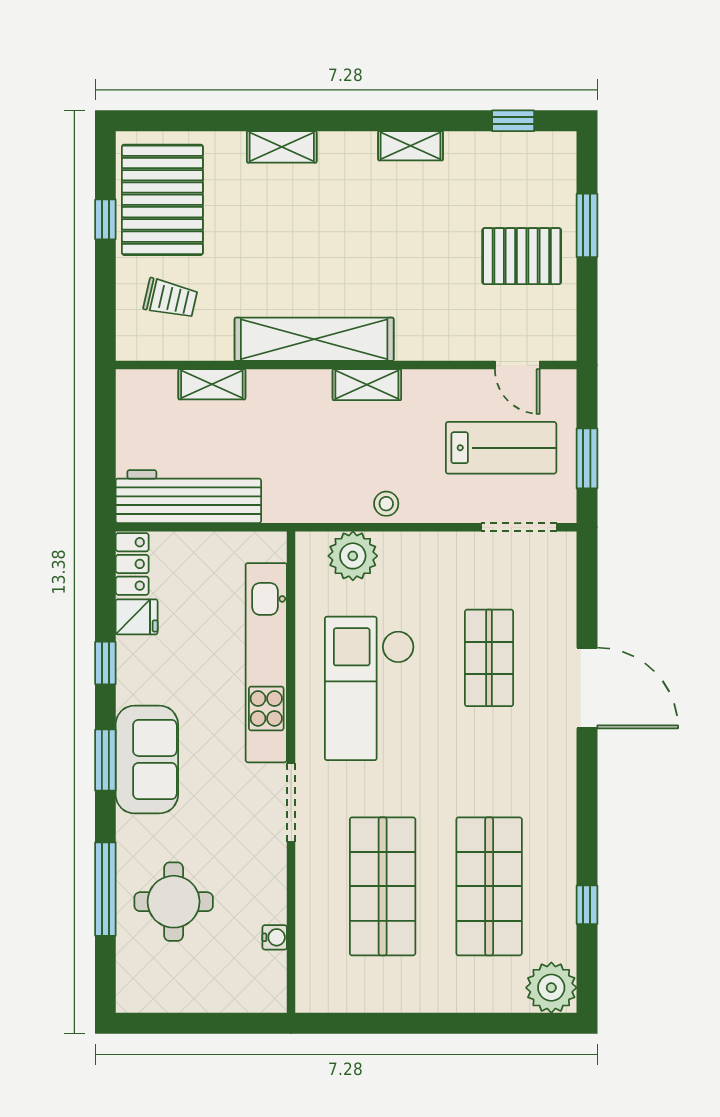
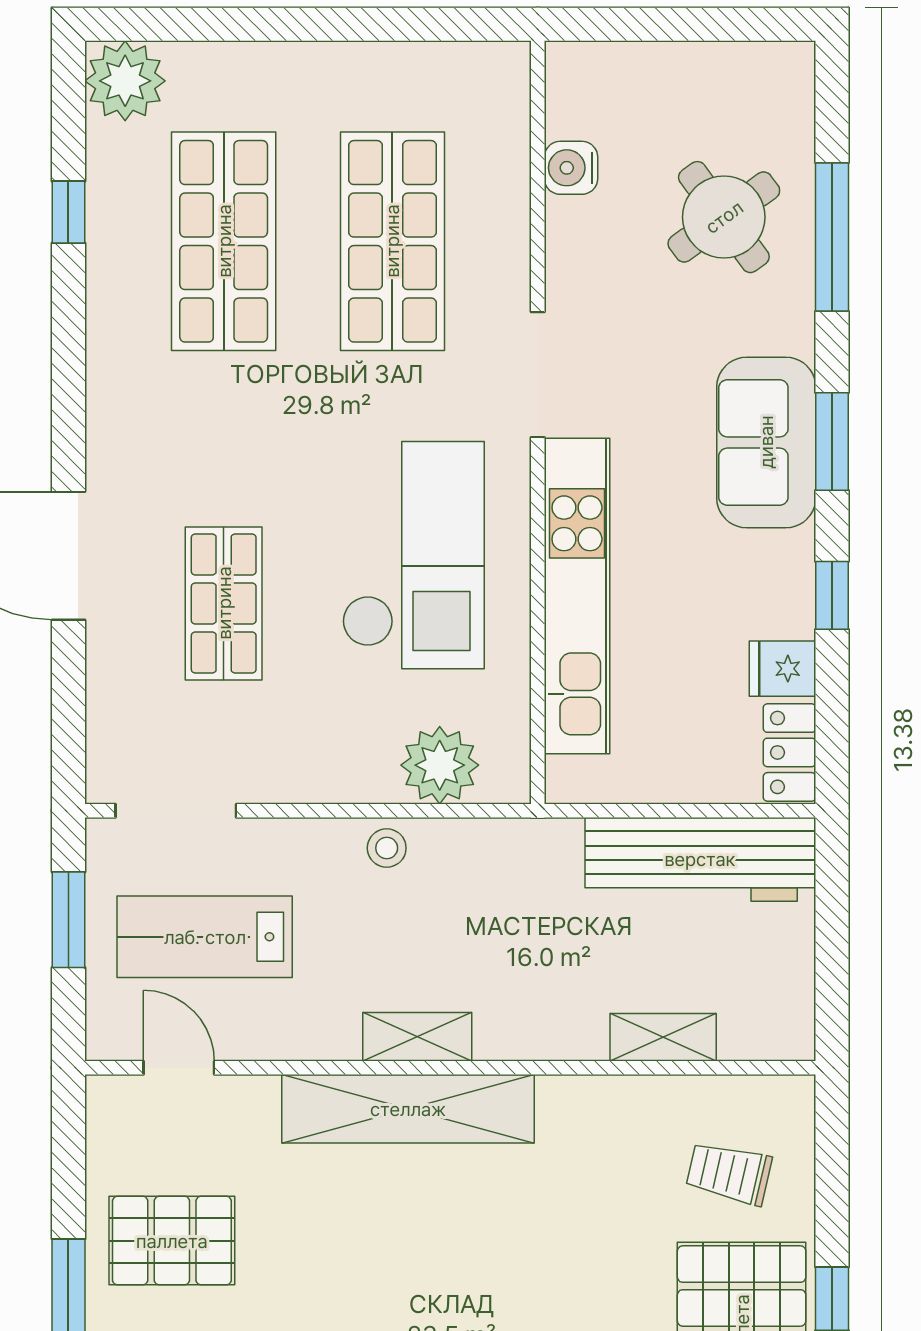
shelving: (314, 339) -> (408, 1109), moved
round table: (174, 902) -> (724, 217), turned -36
water cooler: (275, 937) -> (571, 168), width x1.38, depth x1.38

